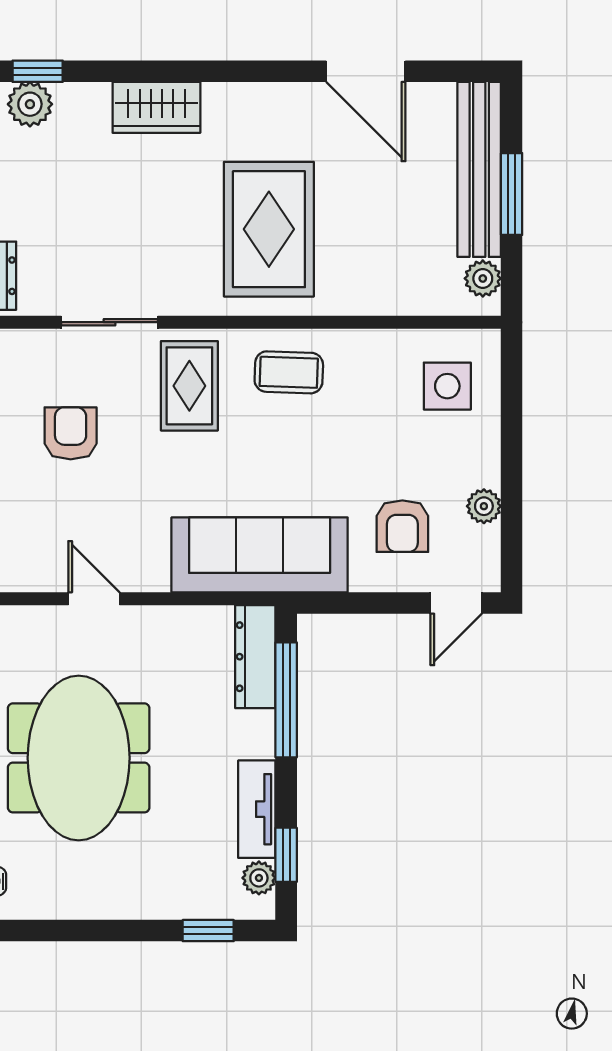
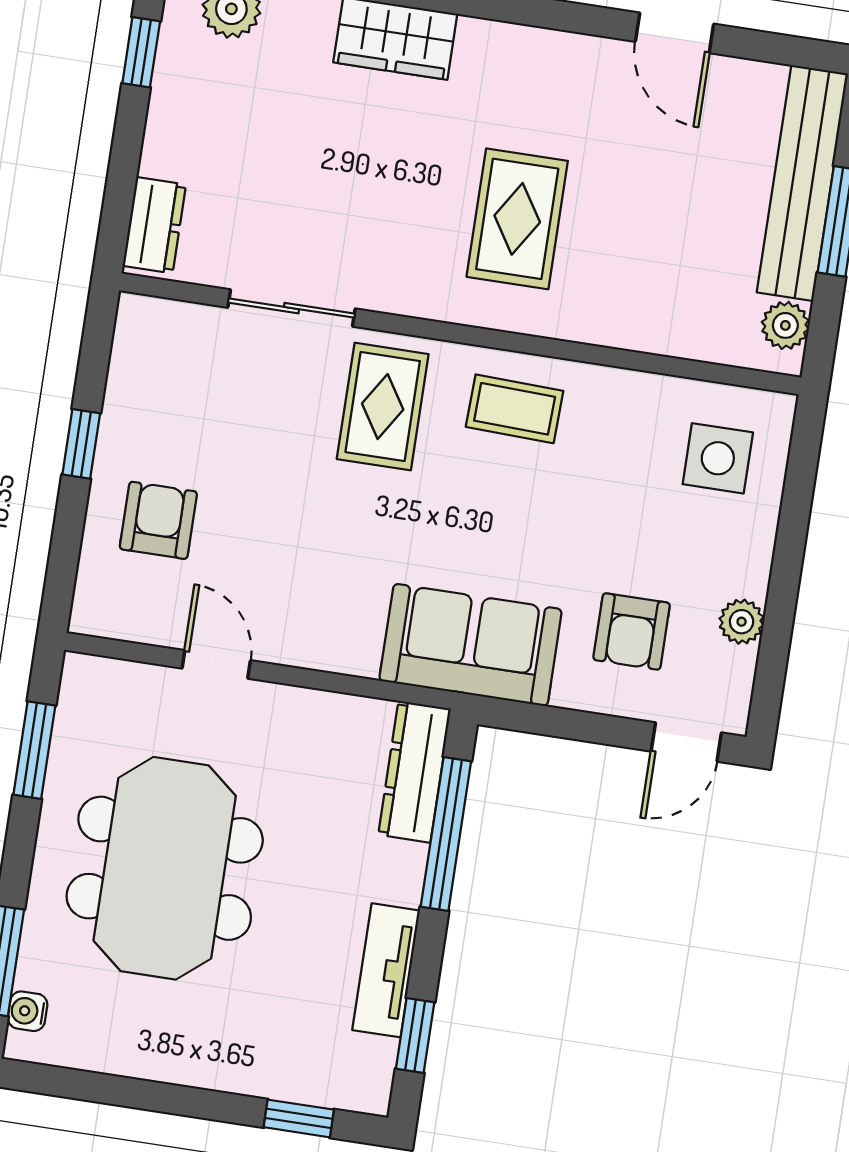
door: (366, 71) -> (675, 33), width x0.73
rug: (269, 229) -> (517, 219), width x0.73, depth x0.70
armchair: (71, 433) -> (158, 520), moved
sofa: (260, 555) -> (471, 645), width x0.73
plant: (259, 878) -> (375, 1060), removed

